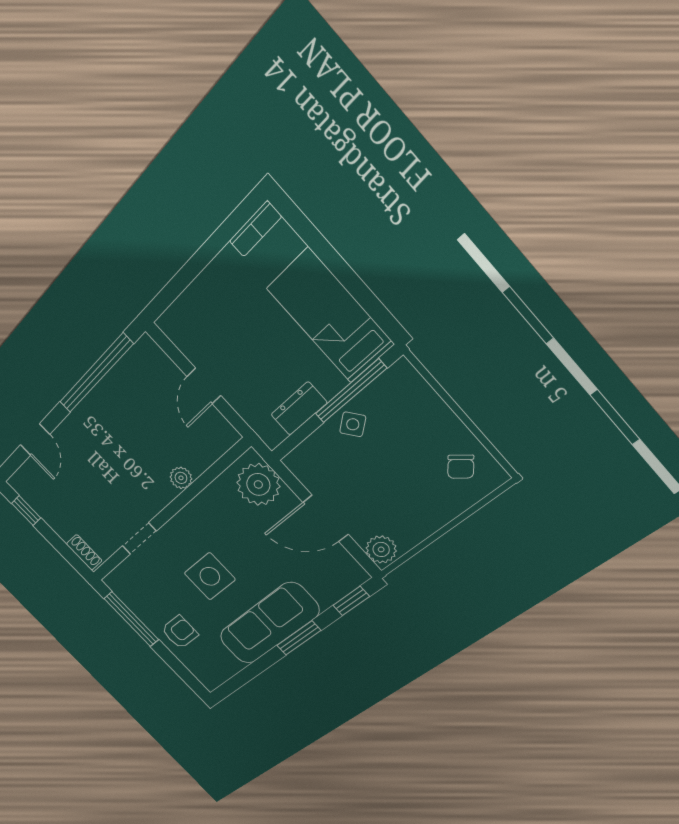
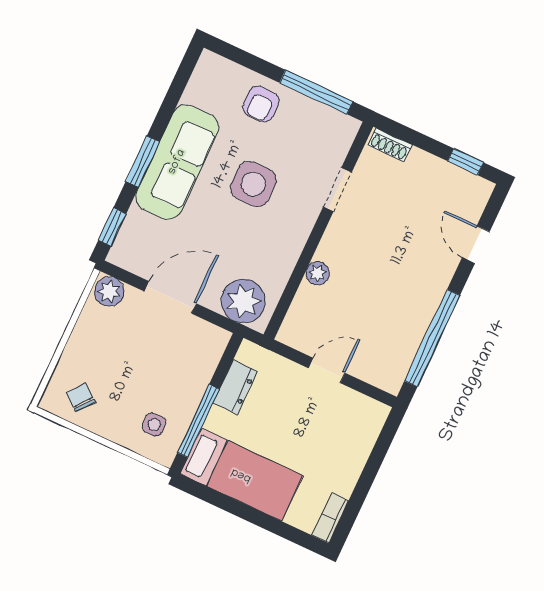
door: (204, 386) -> (327, 370), hinge flipped
side table: (353, 424) -> (154, 424), moved, turned 38

